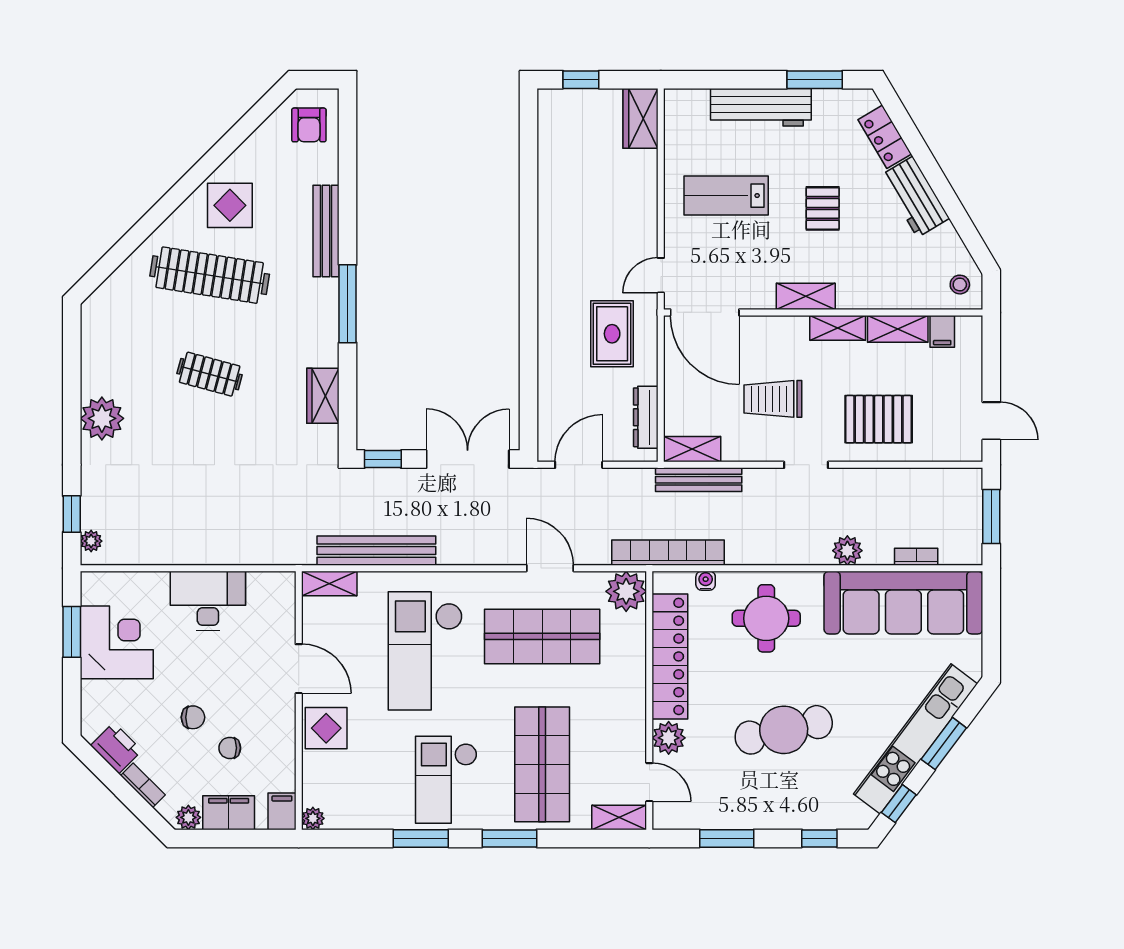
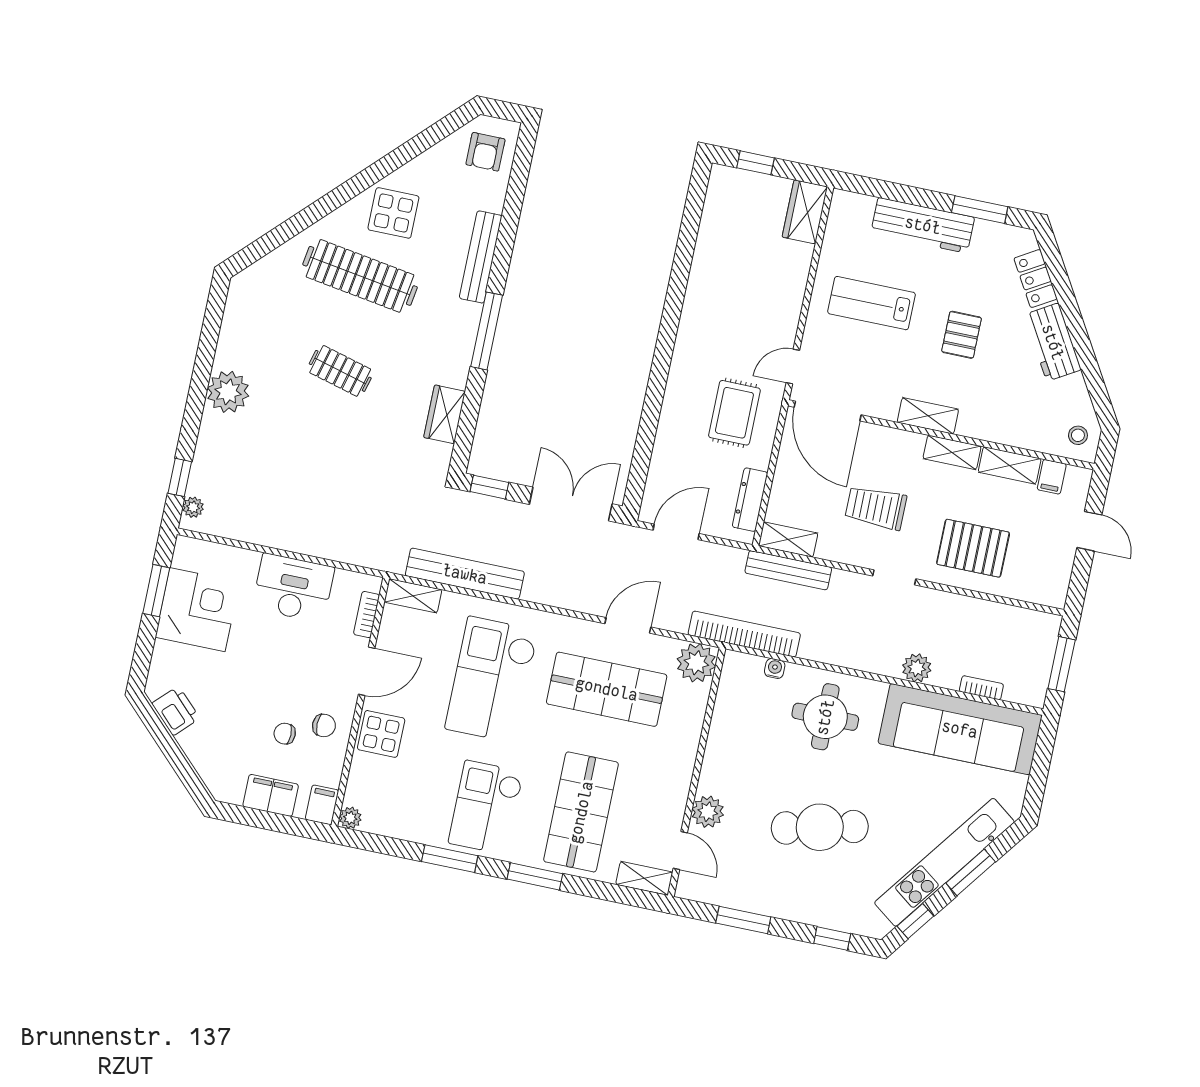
door: (991, 421) -> (1089, 531), moved
door: (550, 568) -> (628, 625), hinge flipped
locker: (670, 656) -> (725, 734), removed
door: (299, 669) -> (367, 671), hinge flipped
chair: (193, 717) -> (324, 725), moved
bookcase: (143, 785) -> (367, 615), moved, turned -135
plant: (188, 817) -> (231, 792), removed

